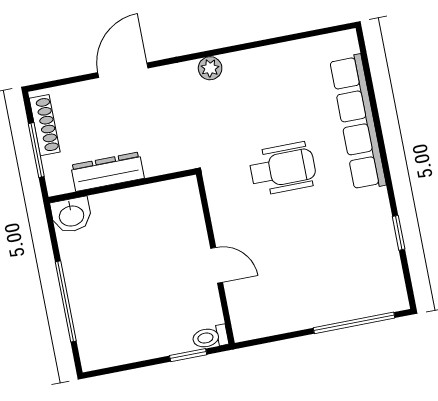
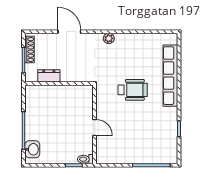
door: (123, 70) -> (69, 32), hinge flipped
dresser: (108, 172) -> (49, 76), width x0.70
washbasin: (71, 215) -> (32, 149), moved, turned -90

